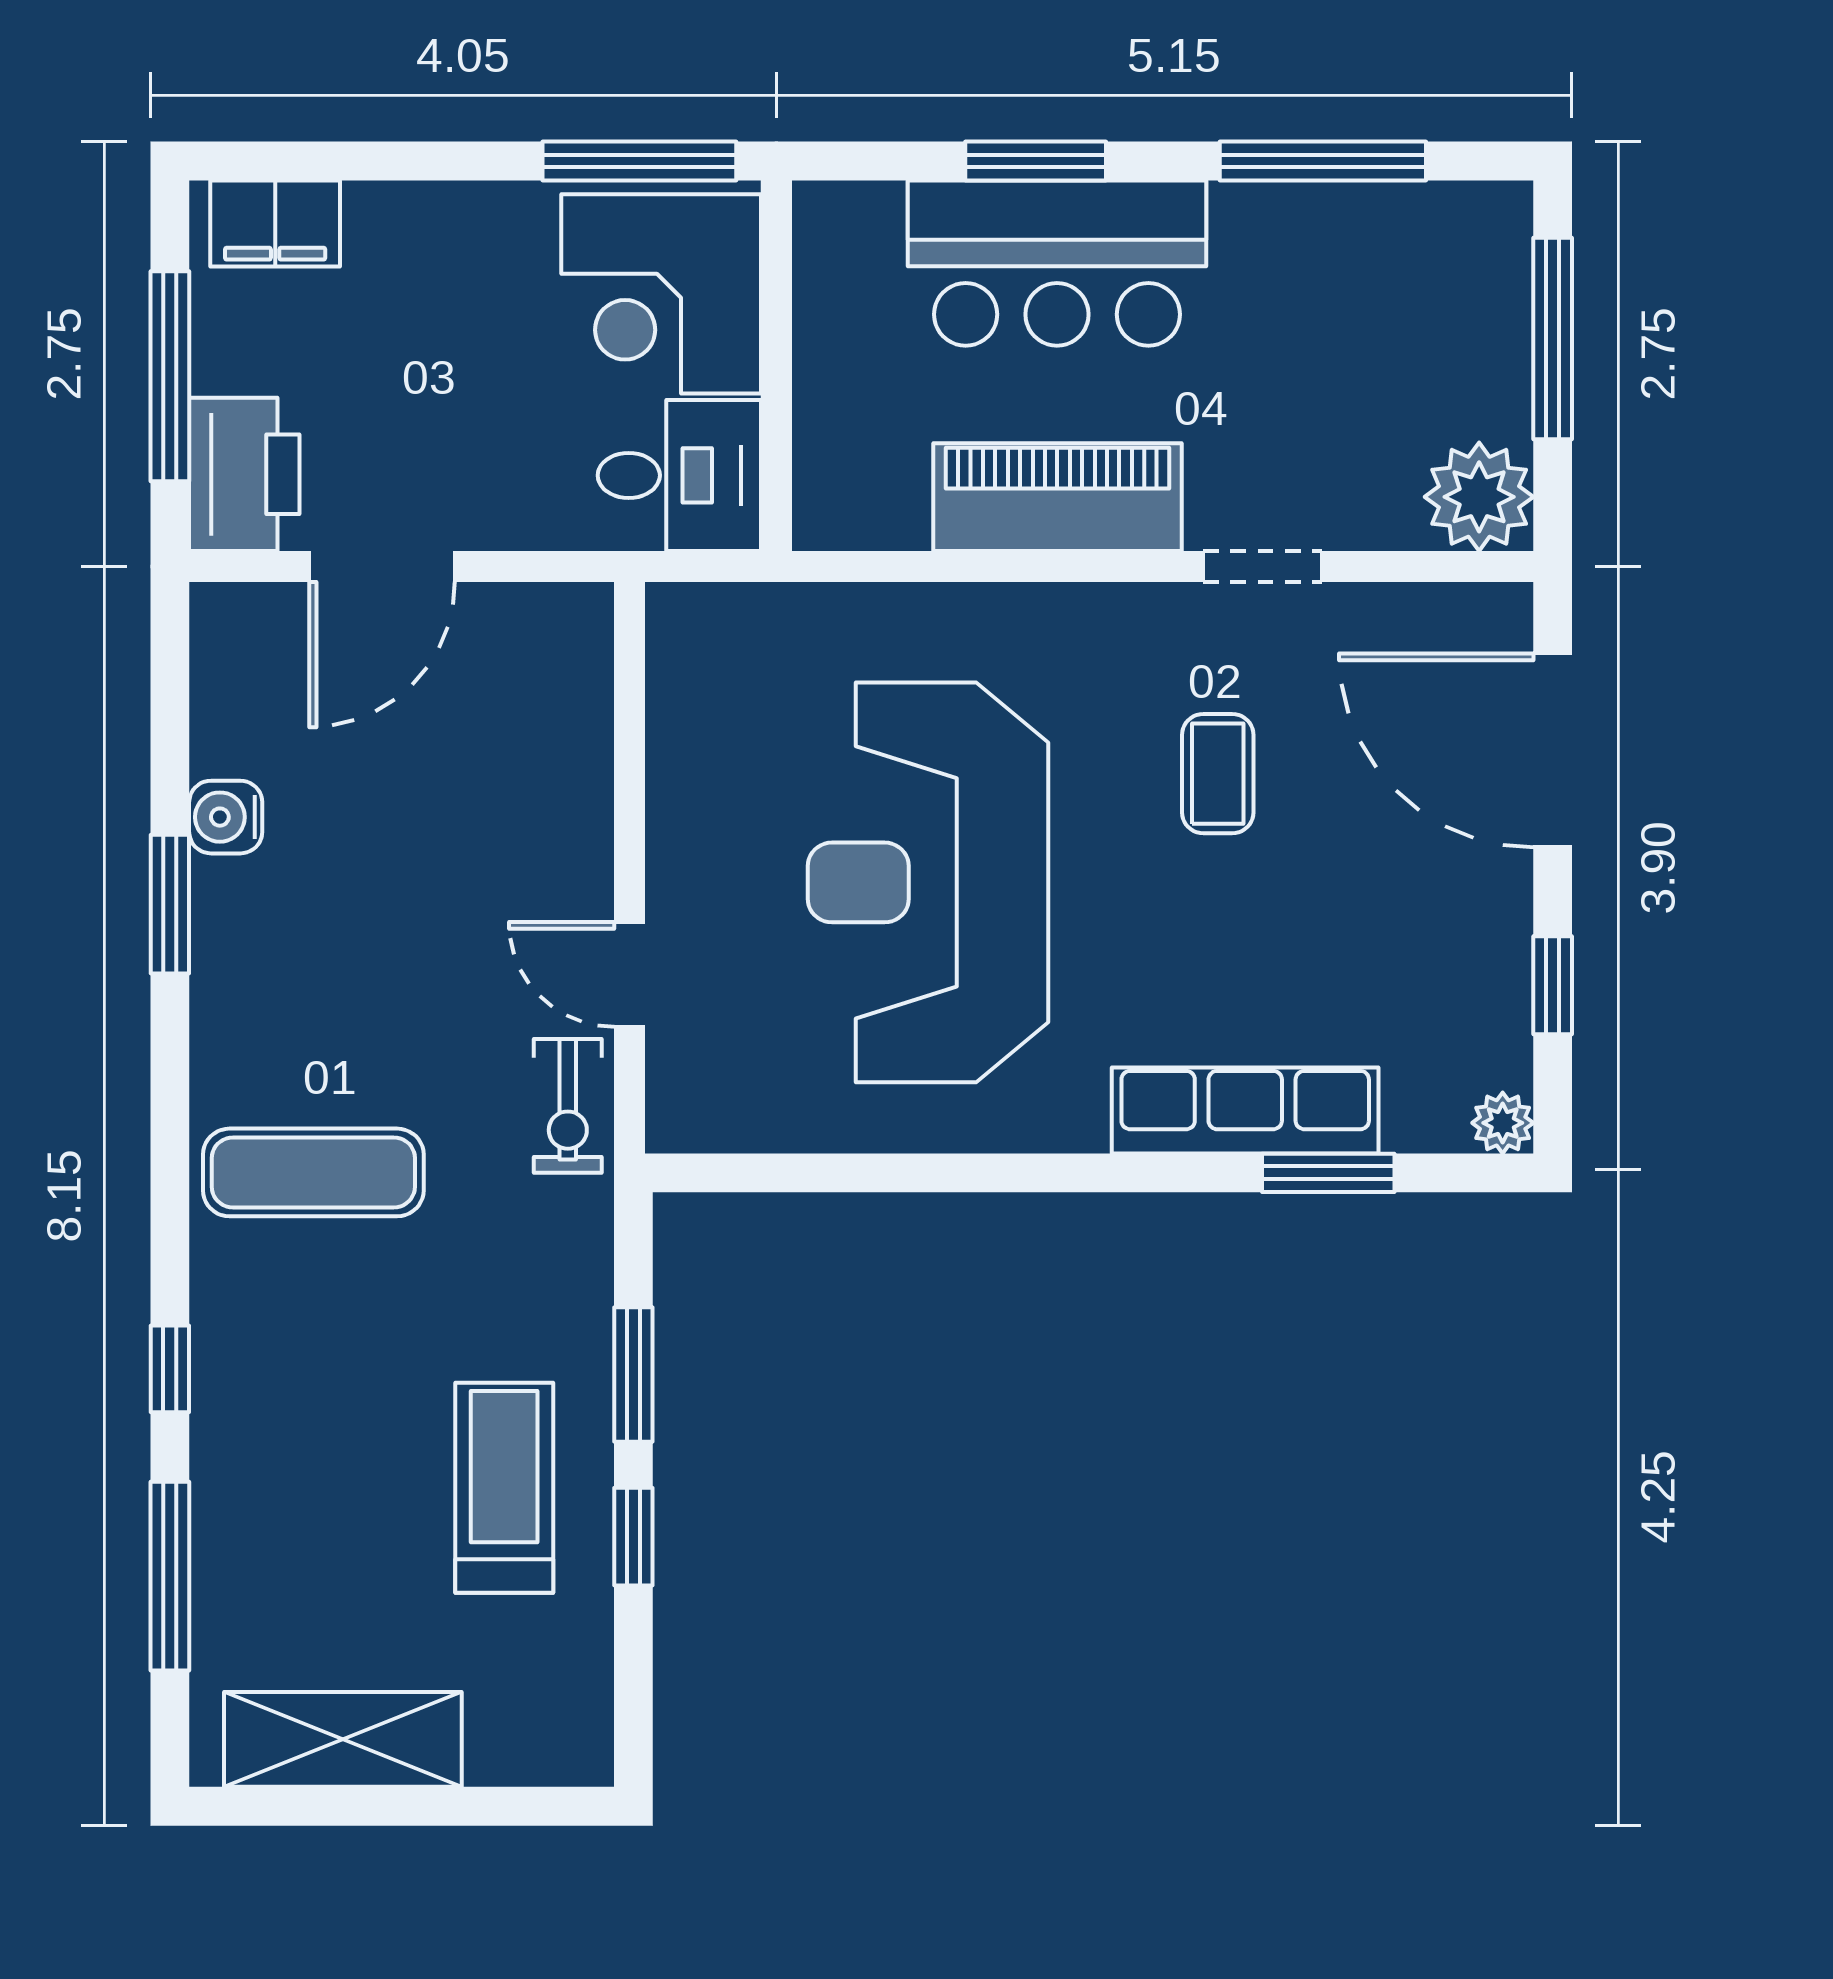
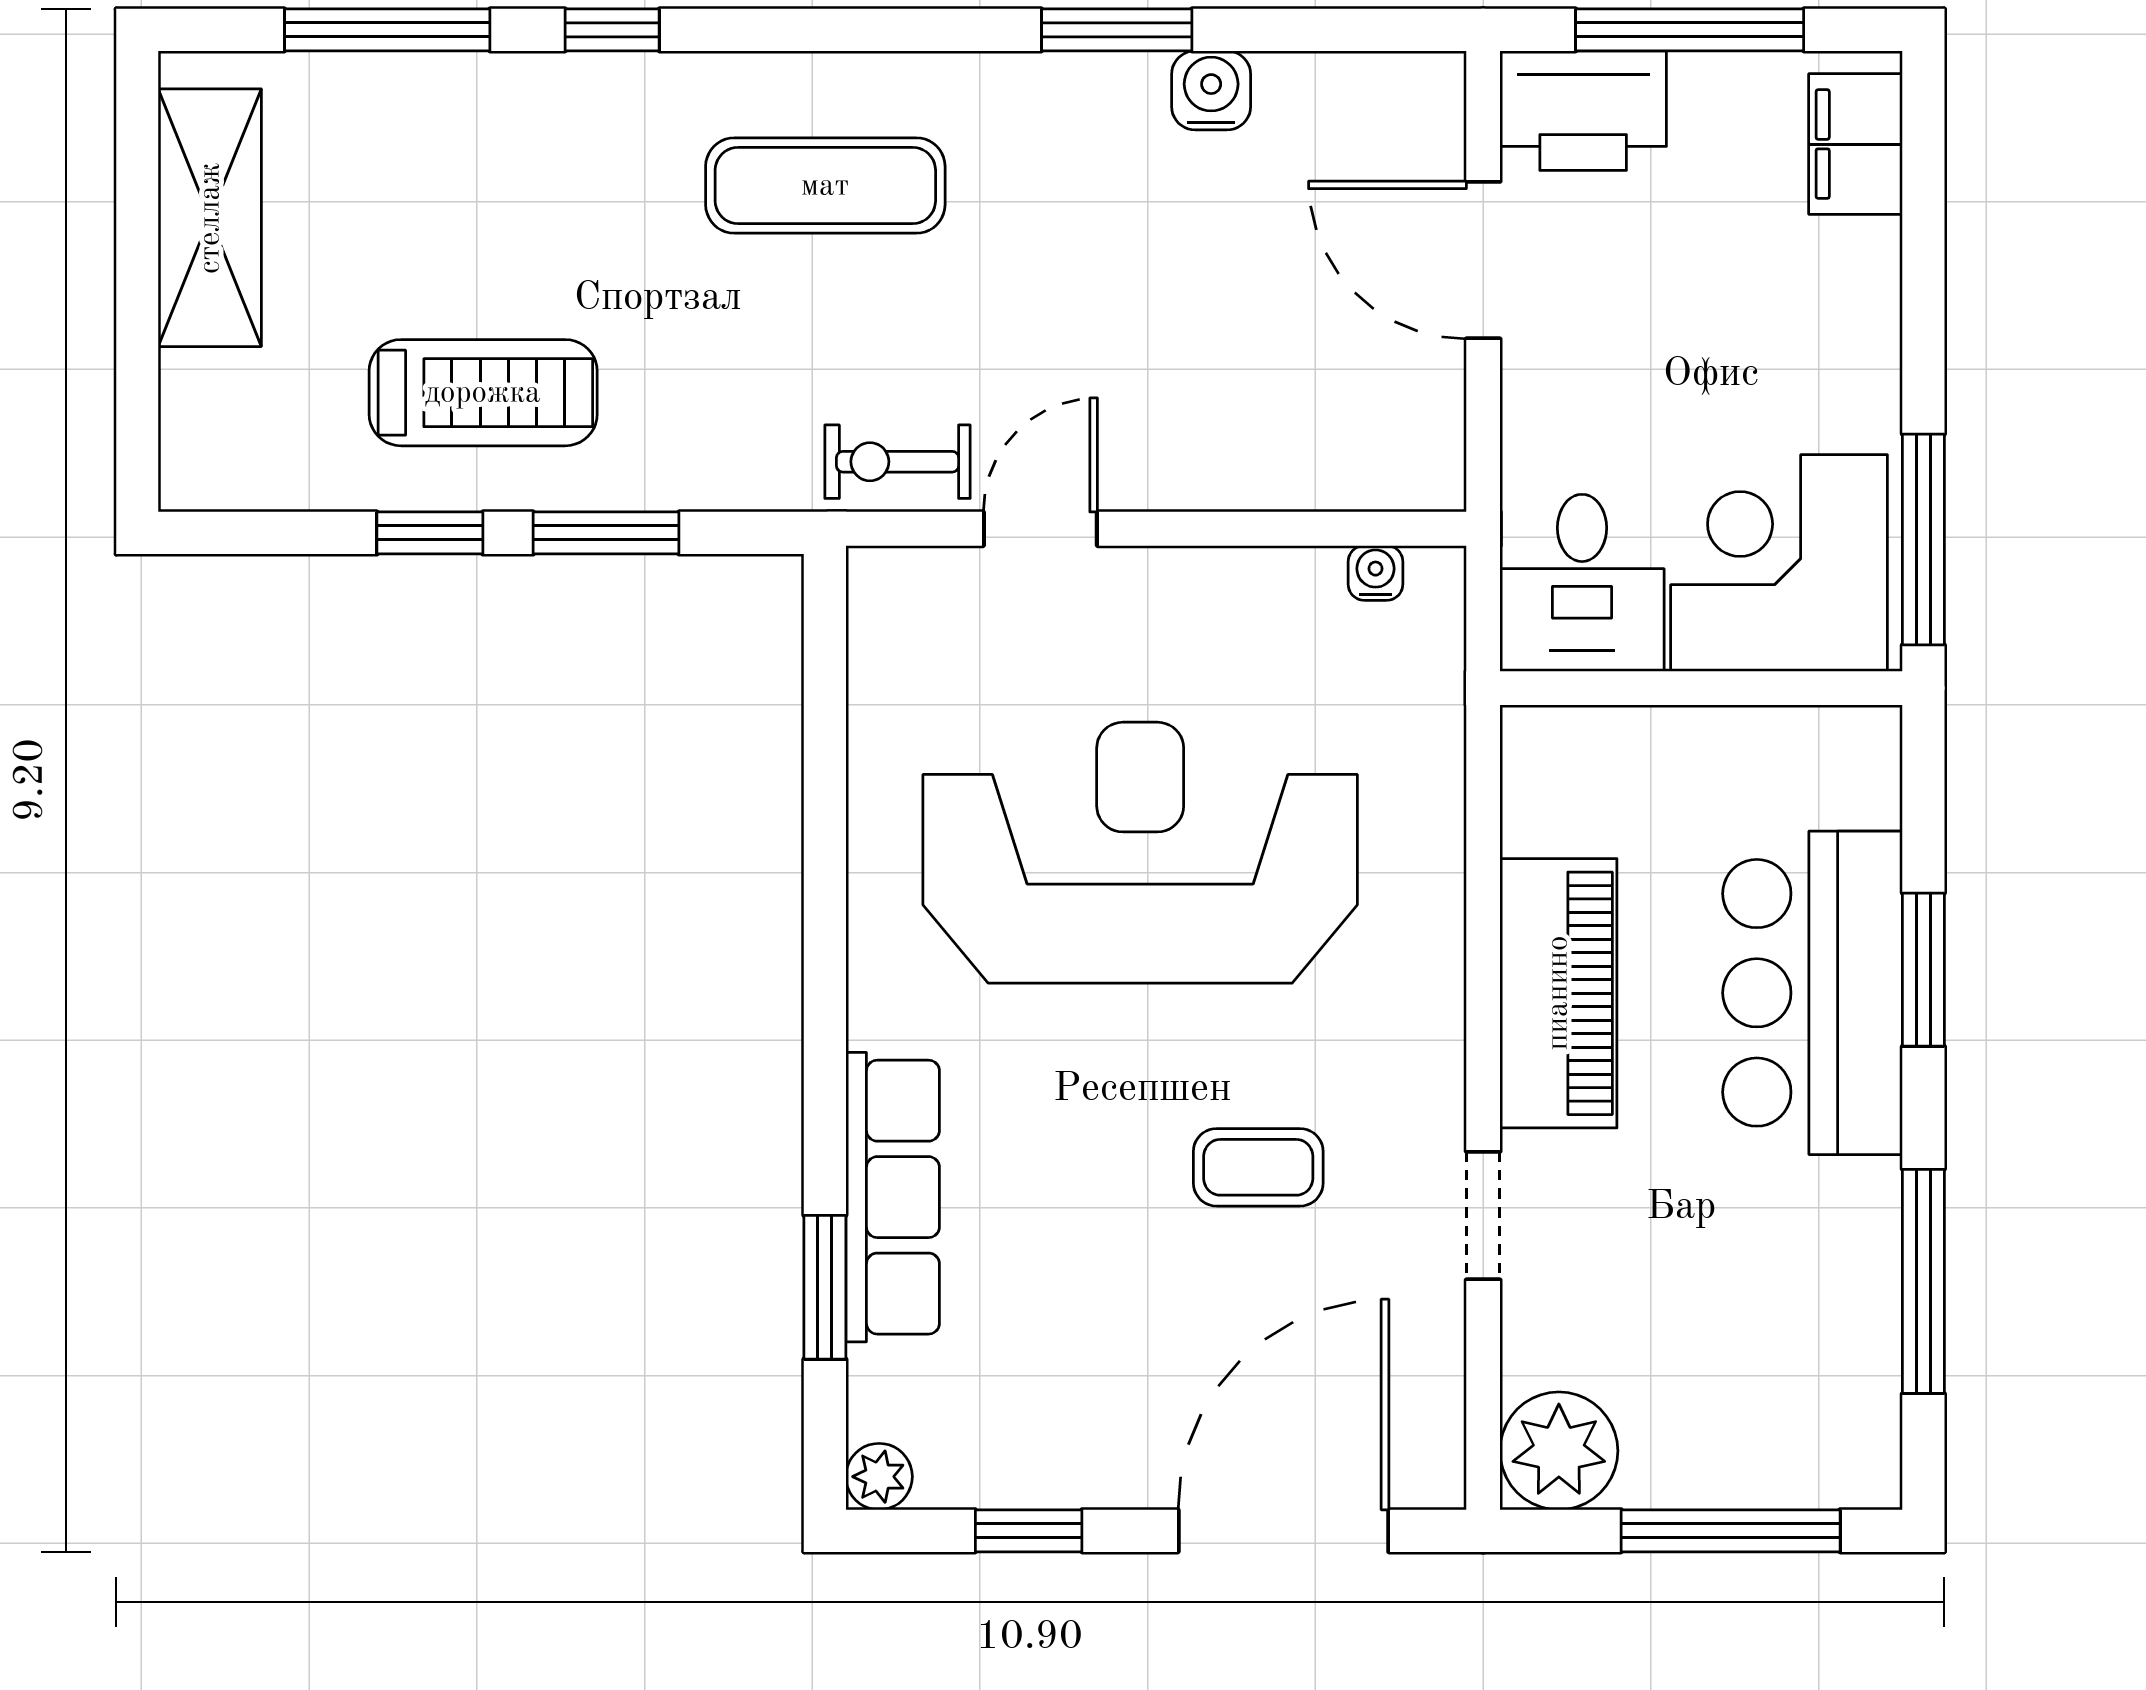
water cooler: (670, 666) -> (1376, 573), added
exercise mat: (313, 1172) -> (825, 186), turned 90

